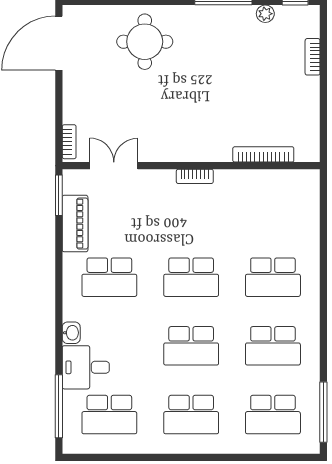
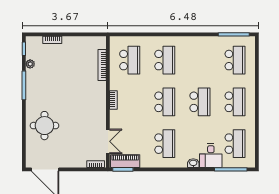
double door: (114, 166) -> (108, 141), swing flipped
piano: (75, 224) -> (125, 161), moved
school desk: (273, 346) -> (130, 60), moved

